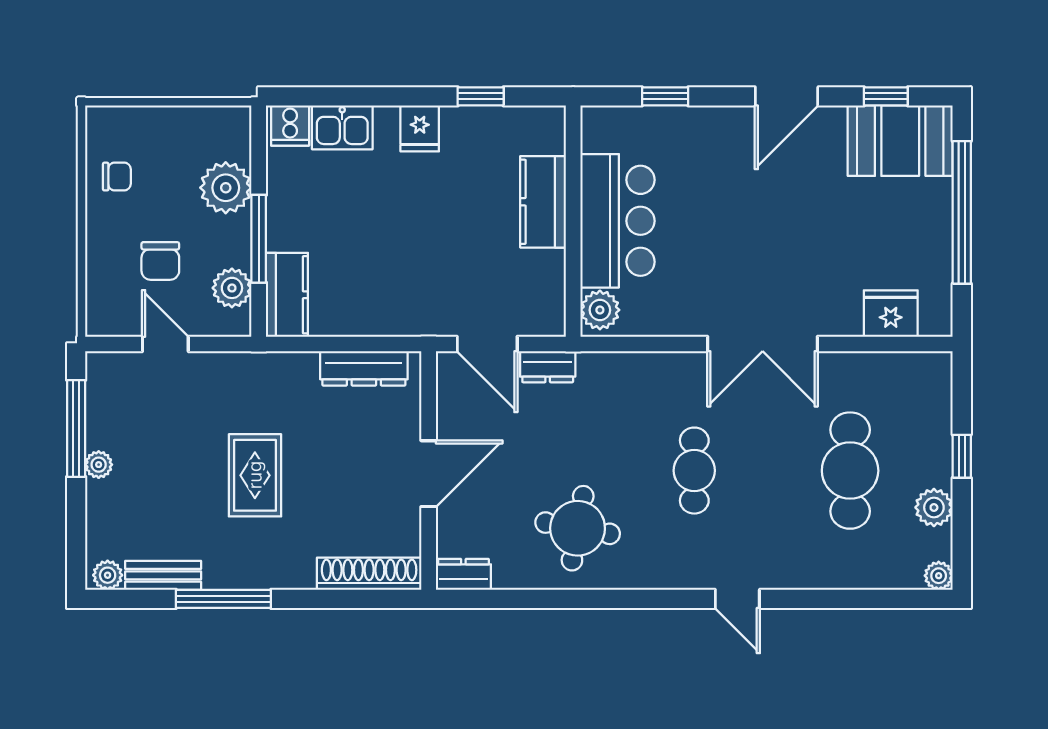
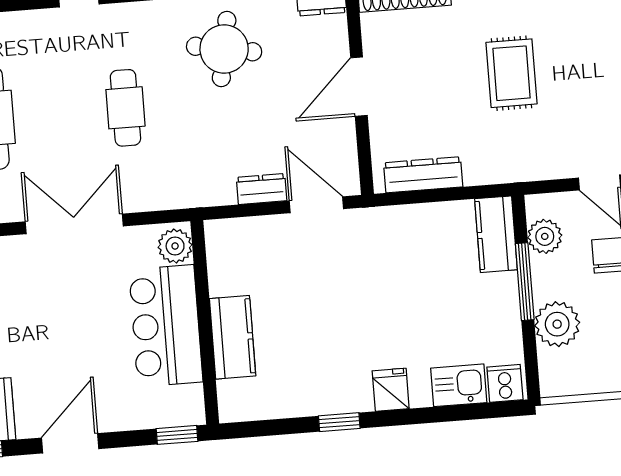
kitchen counter: (543, 202) -> (233, 337), moved
wall: (573, 221) -> (205, 322), moved
bar counter: (617, 221) -> (166, 326), moved
plant: (600, 310) -> (175, 246), moved

